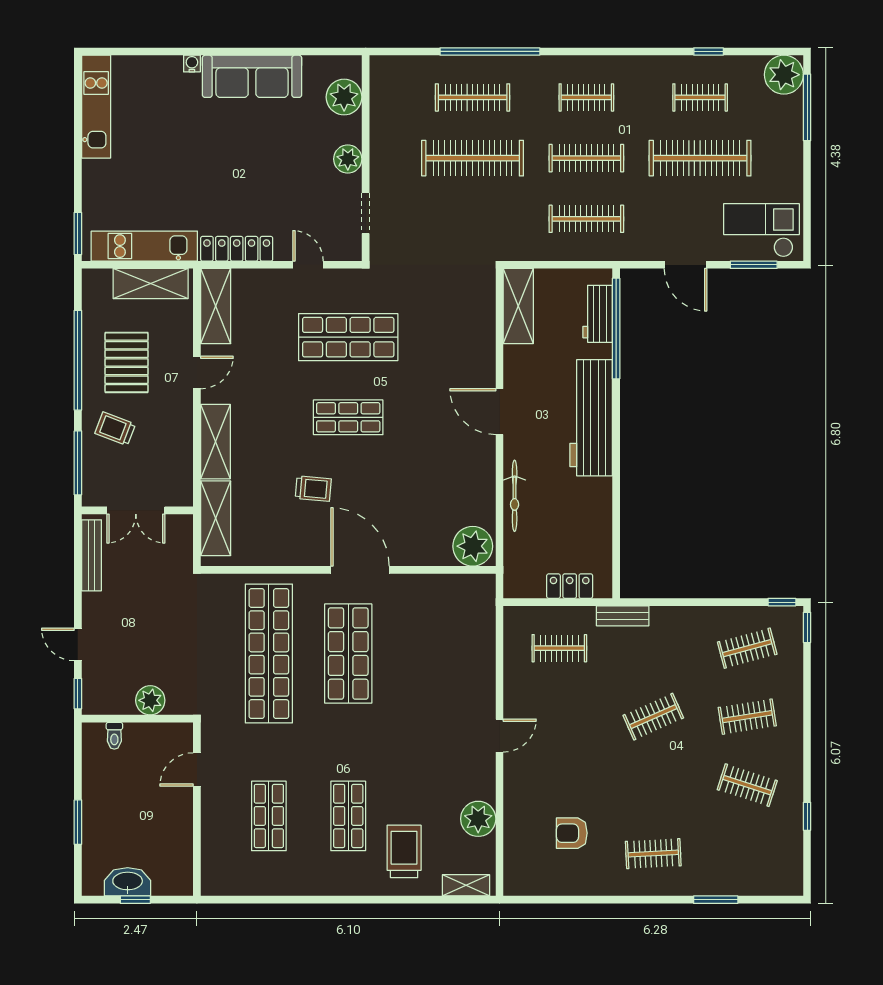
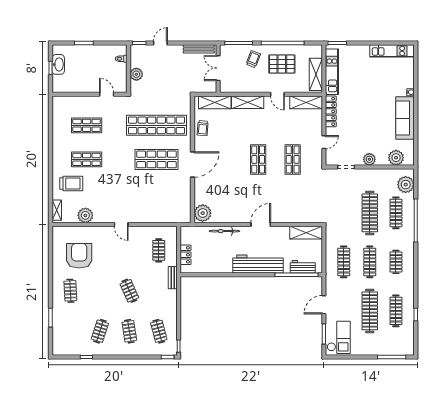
plant: (784, 75) -> (406, 185), moved
clothes rail: (700, 97) -> (396, 311), width x1.36
shop shelf: (348, 337) -> (293, 159), width x0.70, depth x0.74
trolley: (313, 489) -> (203, 128), moved
armchair: (572, 833) -> (79, 256), width x1.88, depth x1.88

